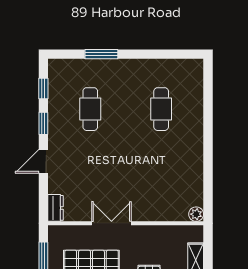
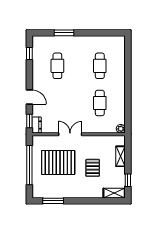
window: (43, 123) -> (29, 121), moved
door: (43, 161) -> (29, 97), swing flipped
cafe table: (161, 171) -> (100, 103), added

